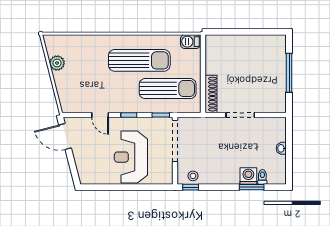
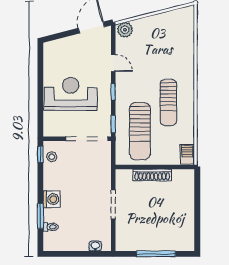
sun lounger: (139, 60) -> (168, 102), width x0.73, depth x0.75
plant: (57, 63) -> (125, 30), moved
shoe rack: (211, 94) -> (152, 175), moved
door: (100, 115) -> (113, 63), swing flipped
washbasin: (281, 148) -> (95, 246), moved
washing machine: (248, 176) -> (52, 199), moved

